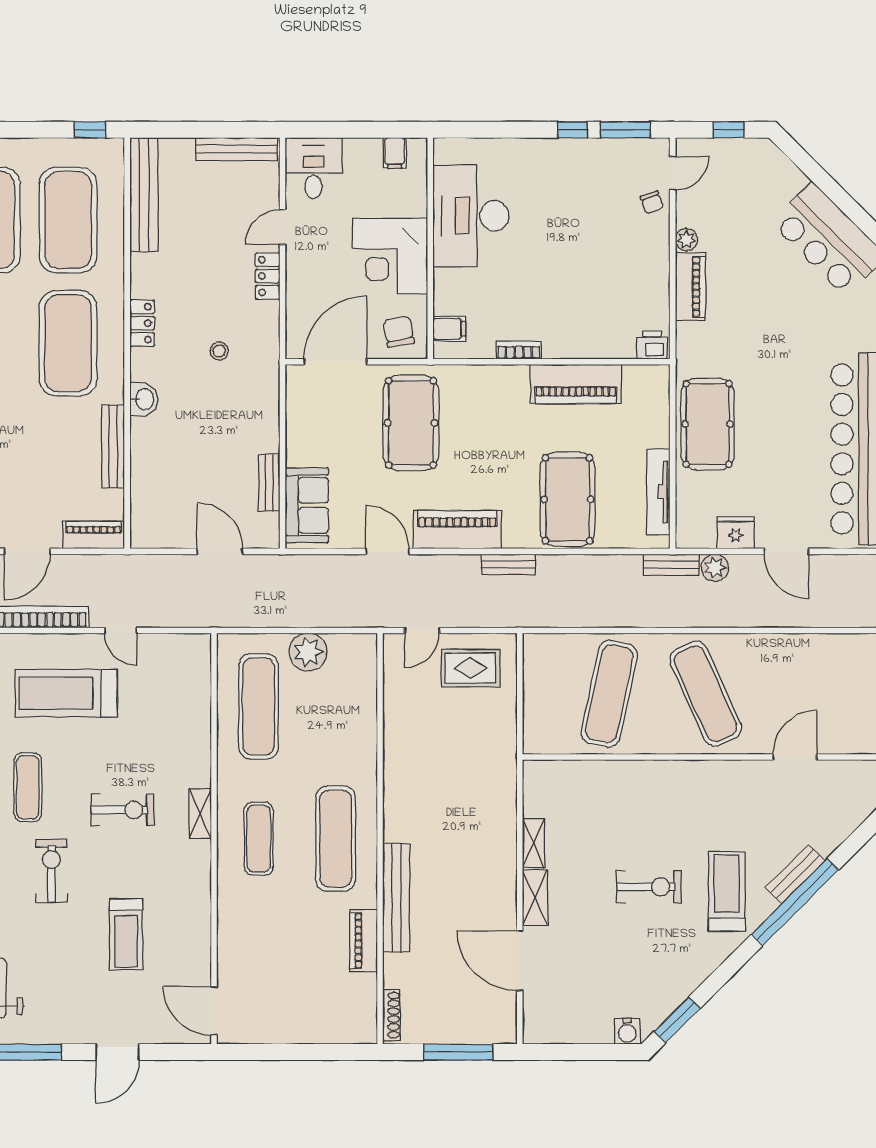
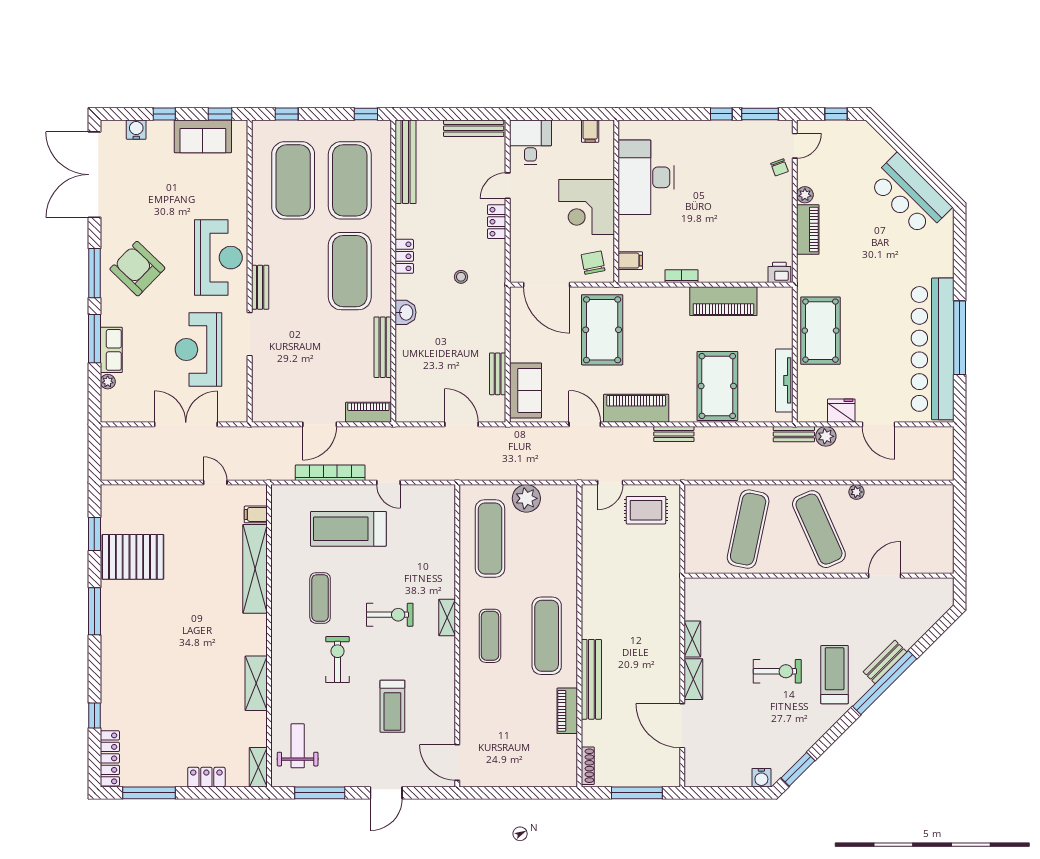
door: (335, 362) -> (547, 285), swing flipped
plant: (757, 643) -> (856, 492), added

